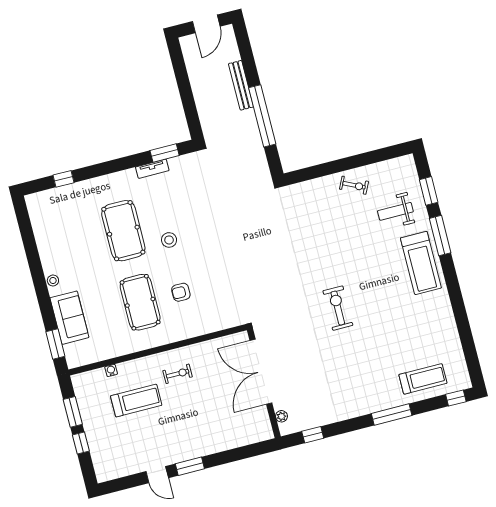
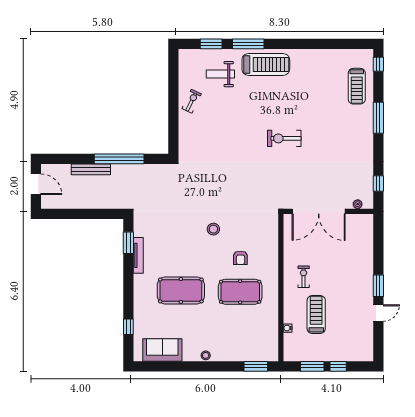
tv unit: (152, 169) -> (138, 255), width x1.41
weight bench: (395, 211) -> (220, 74), turned 90
stool: (169, 240) -> (213, 229), moved
sofa: (69, 318) -> (162, 350), moved
treadmill: (423, 379) -> (357, 86), turned 180

